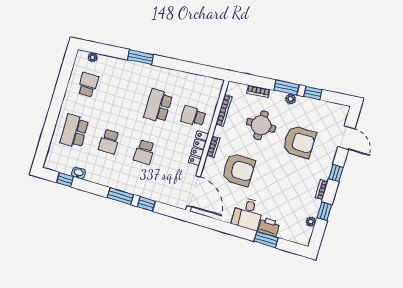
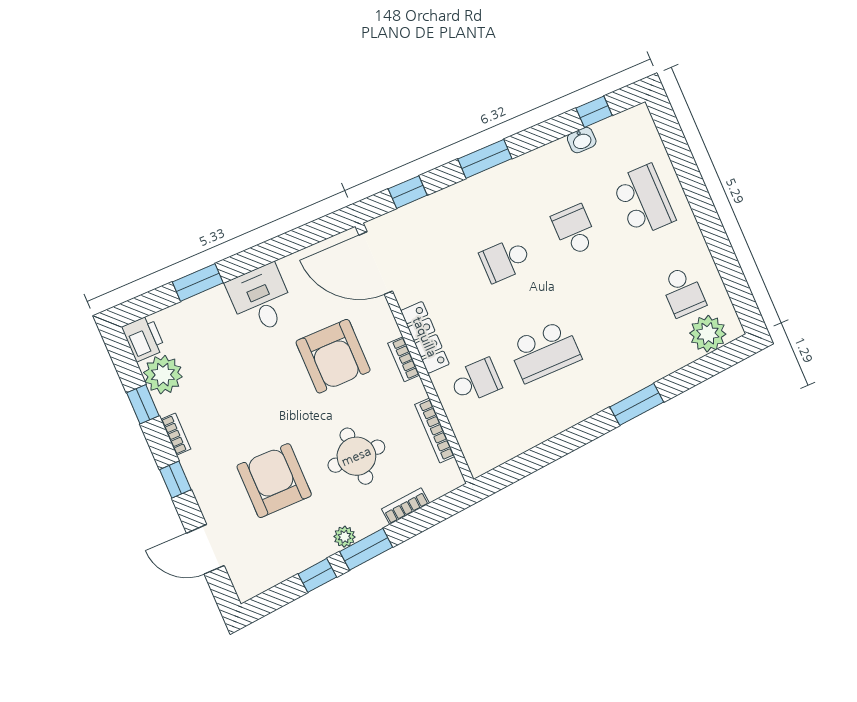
plant: (93, 57) -> (708, 334), width x1.88, depth x1.88
school desk: (158, 106) -> (545, 351), turned 90
armchair: (299, 142) -> (274, 481), turned 90
school desk: (144, 152) -> (505, 260), turned -90
armchair: (239, 170) -> (333, 356), turned -90
window: (146, 204) -> (408, 192), moved
plant: (311, 222) -> (163, 375), width x1.88, depth x1.88
printer: (269, 227) -> (143, 338), moved, turned -90

